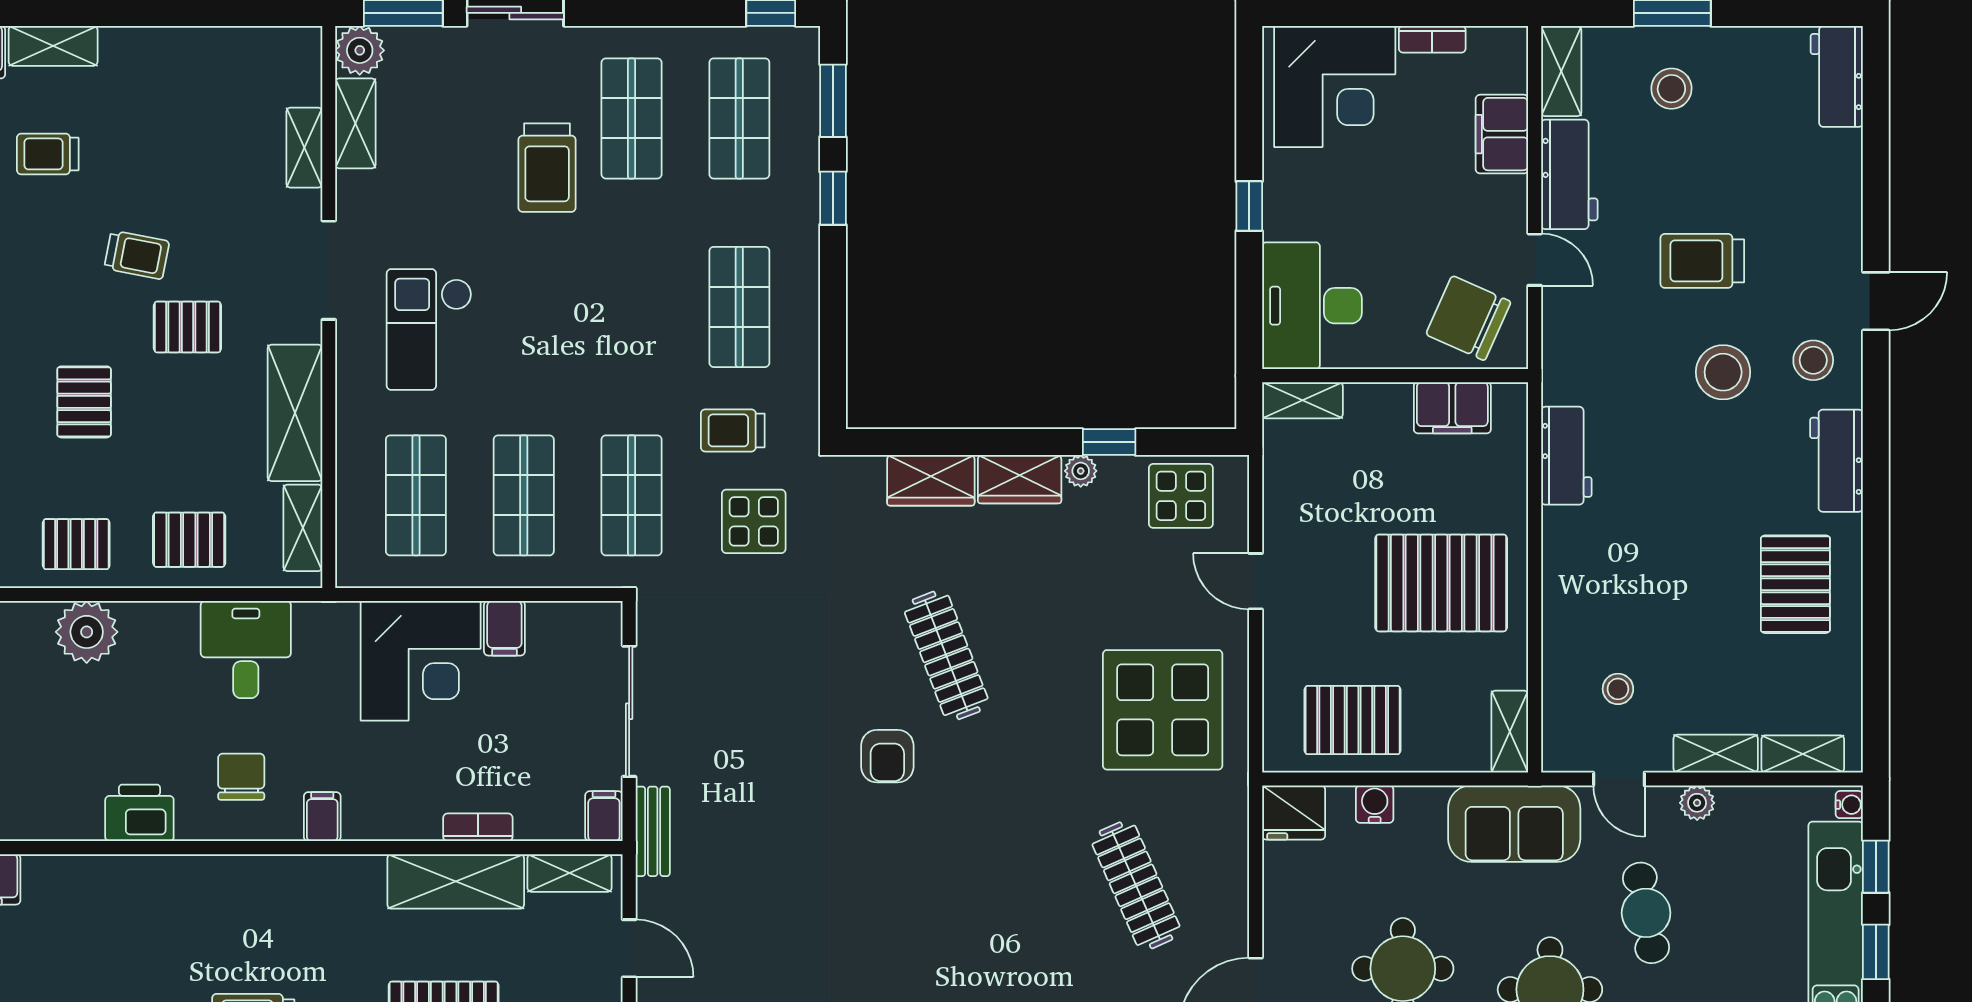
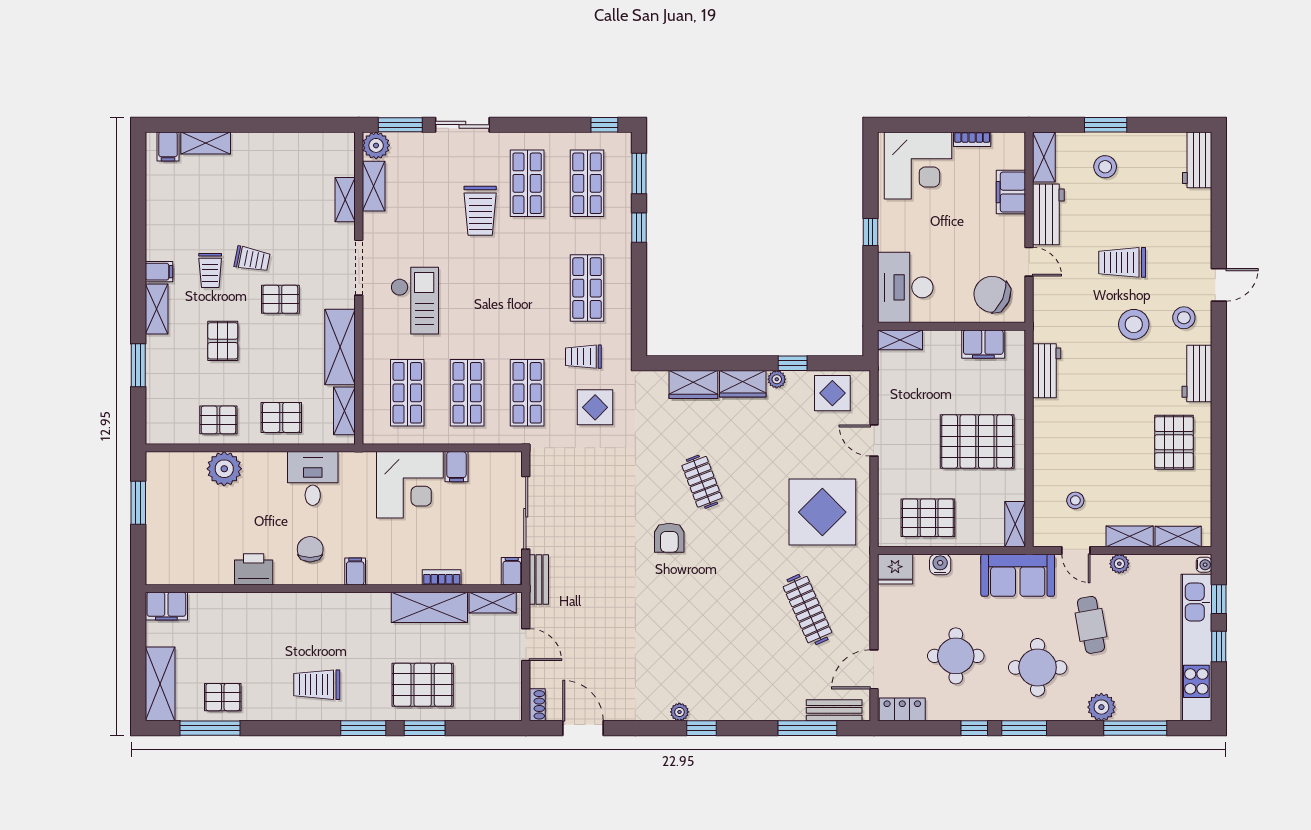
trolley: (48, 154) -> (210, 271), moved, turned -90
checkout: (429, 329) -> (415, 301), turned 180
clothes rail: (946, 655) -> (702, 482), width x0.73

